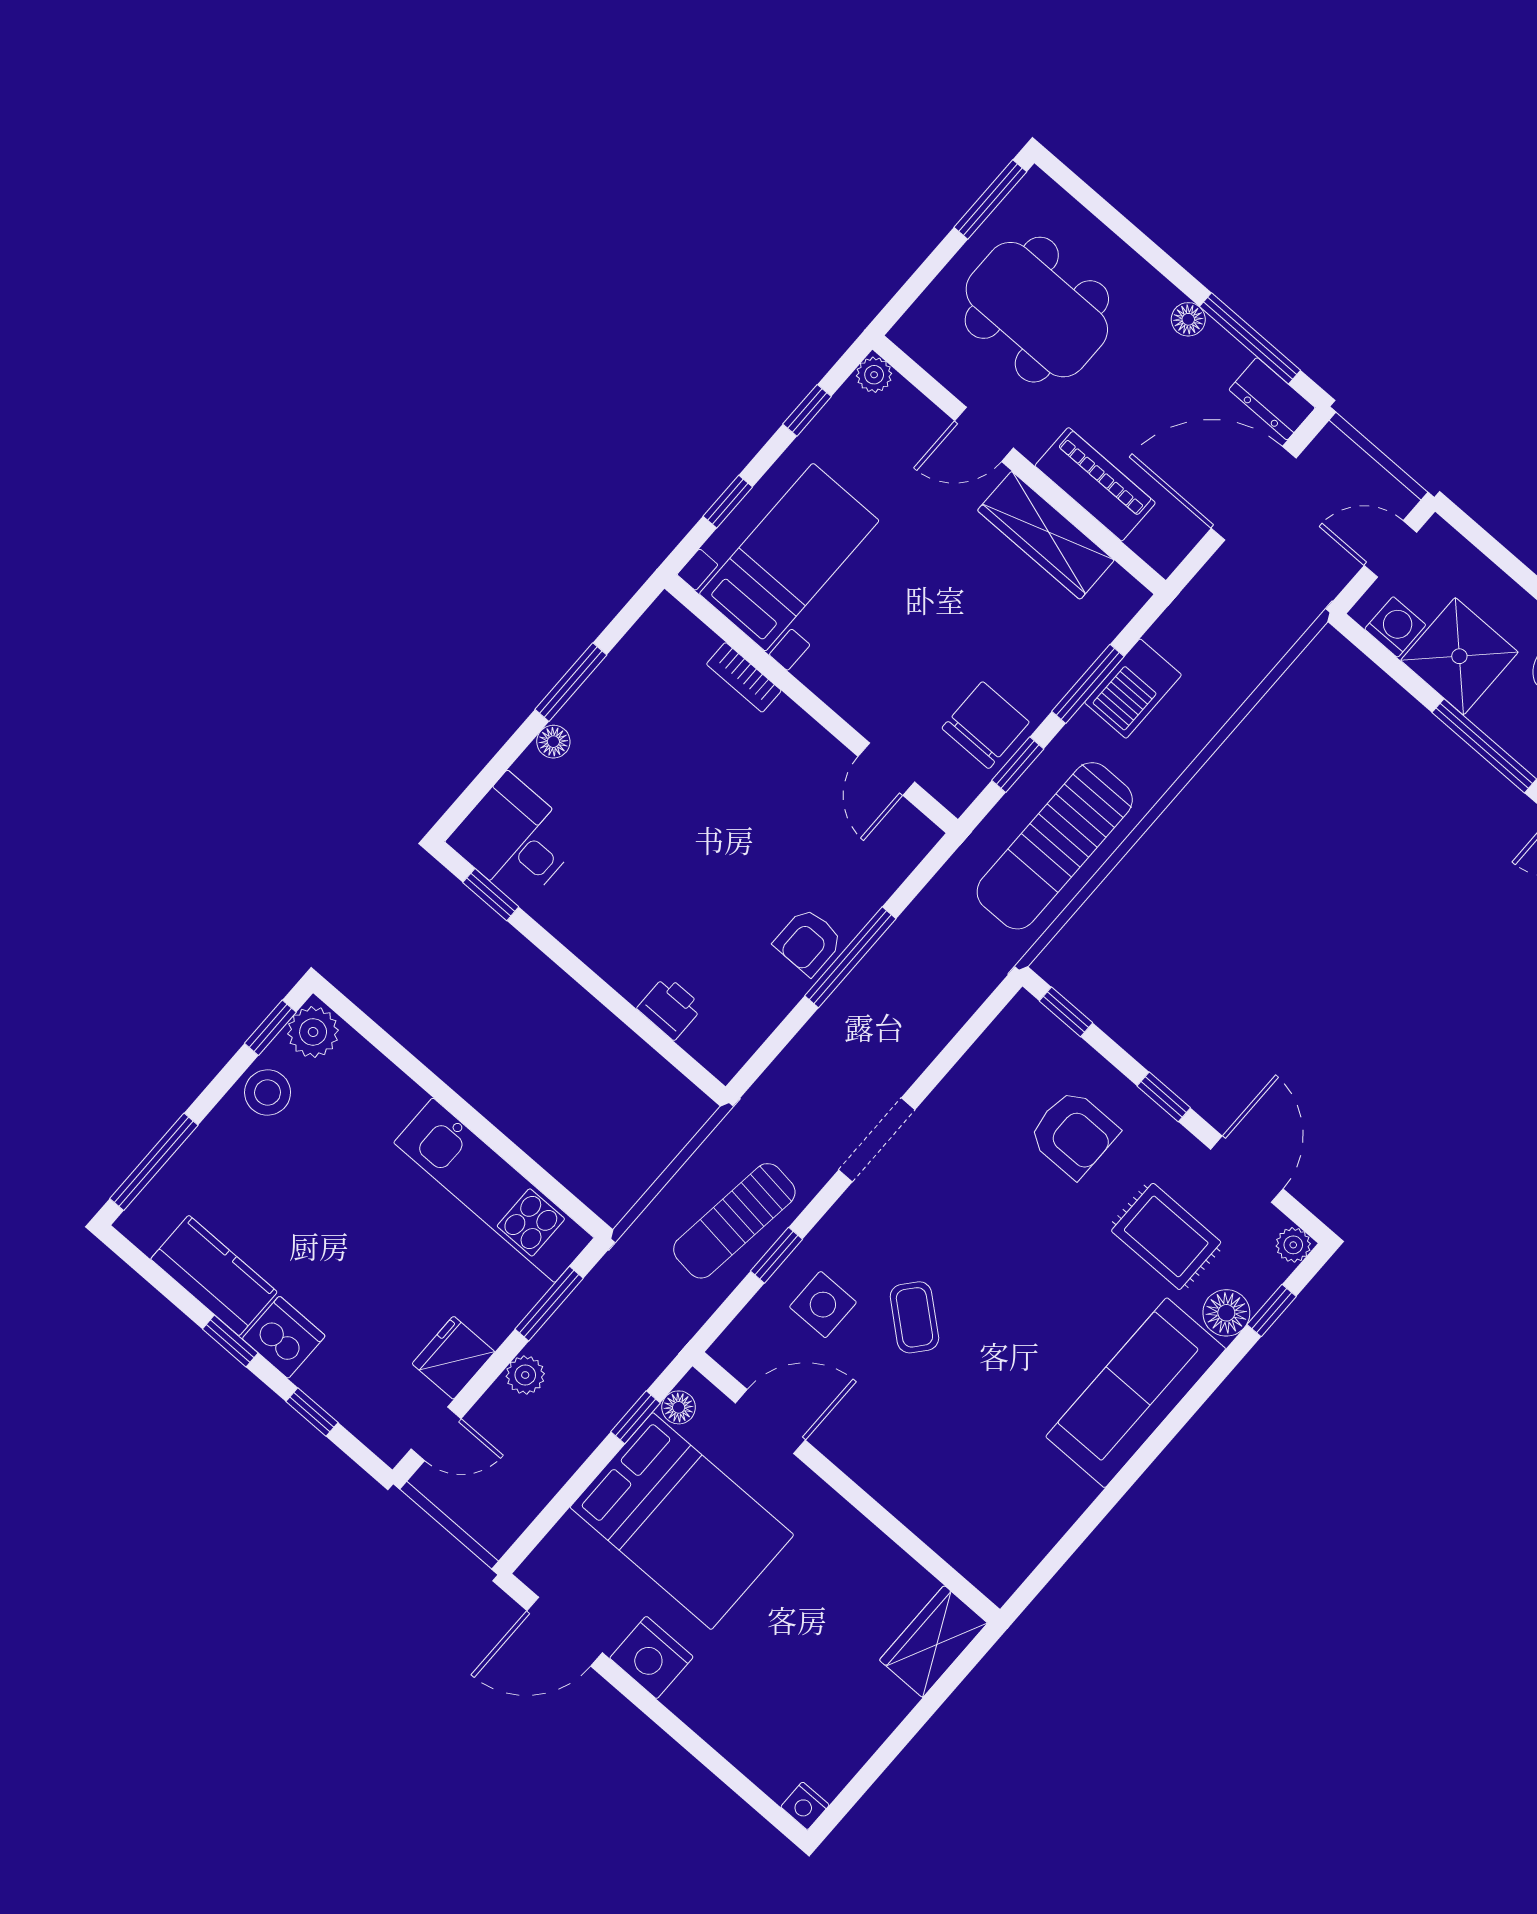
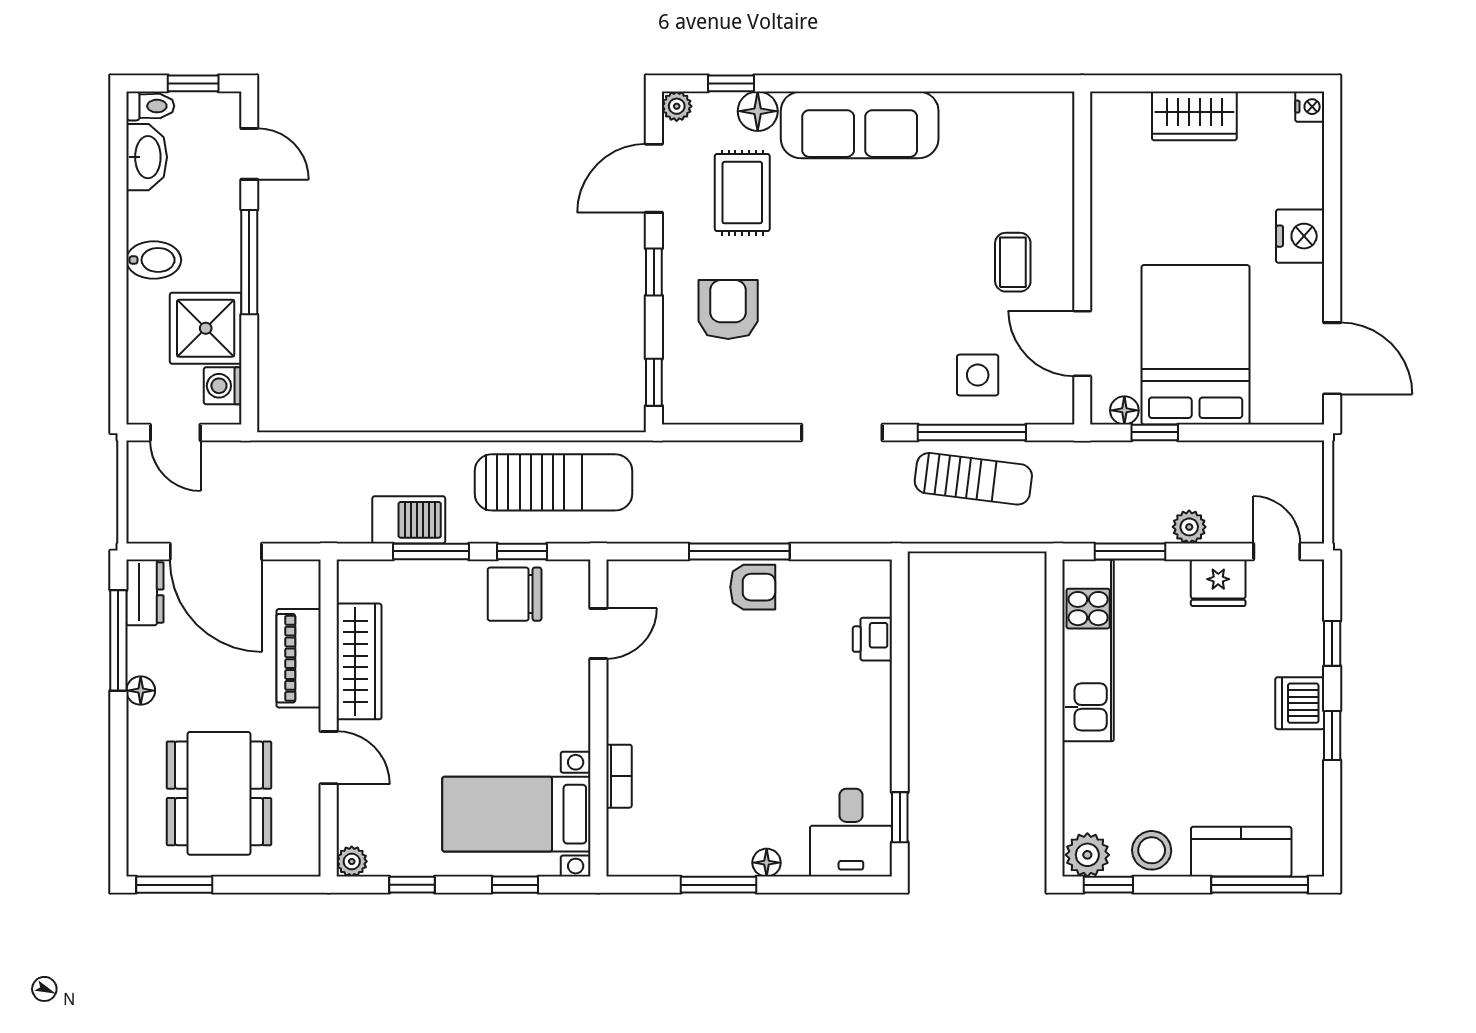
window: (776, 1255) -> (972, 432), width x2.17
kitchen counter: (214, 1275) -> (1241, 852), moved, turned 90
coffee table: (914, 1317) -> (1013, 262), moved, turned -40
wardrobe: (933, 1642) -> (1194, 116), moved
nightstand: (651, 1657) -> (1300, 236), moved

